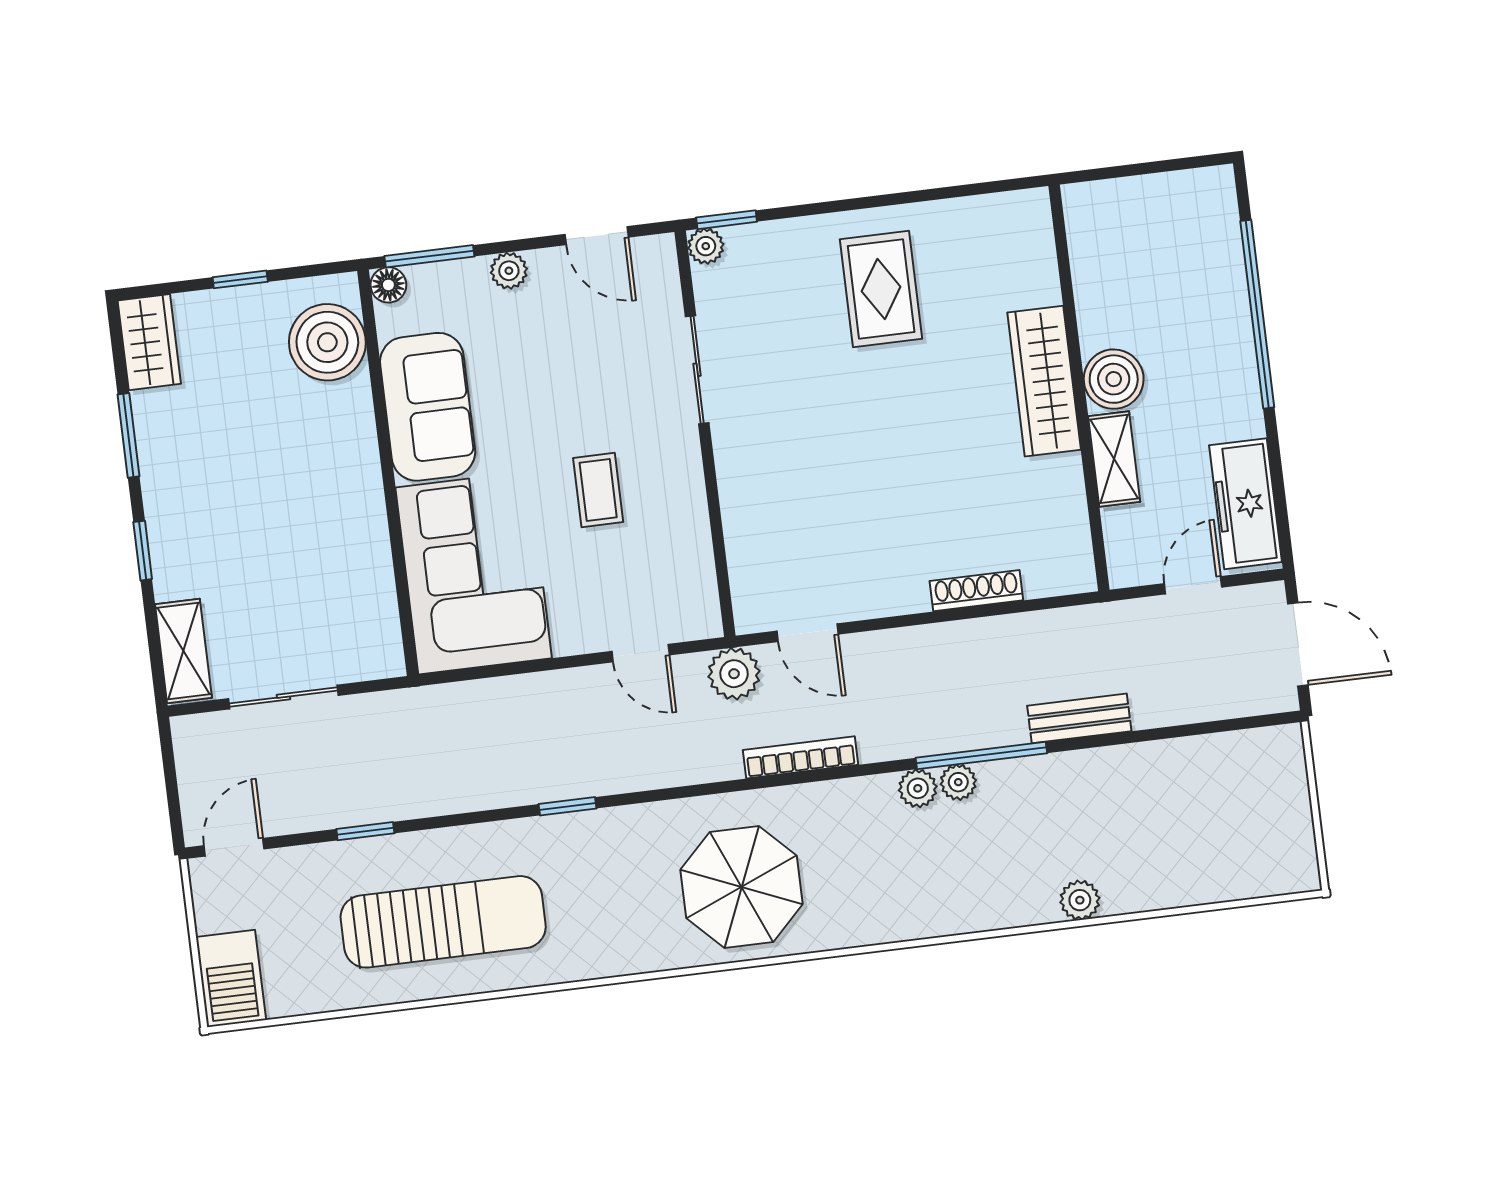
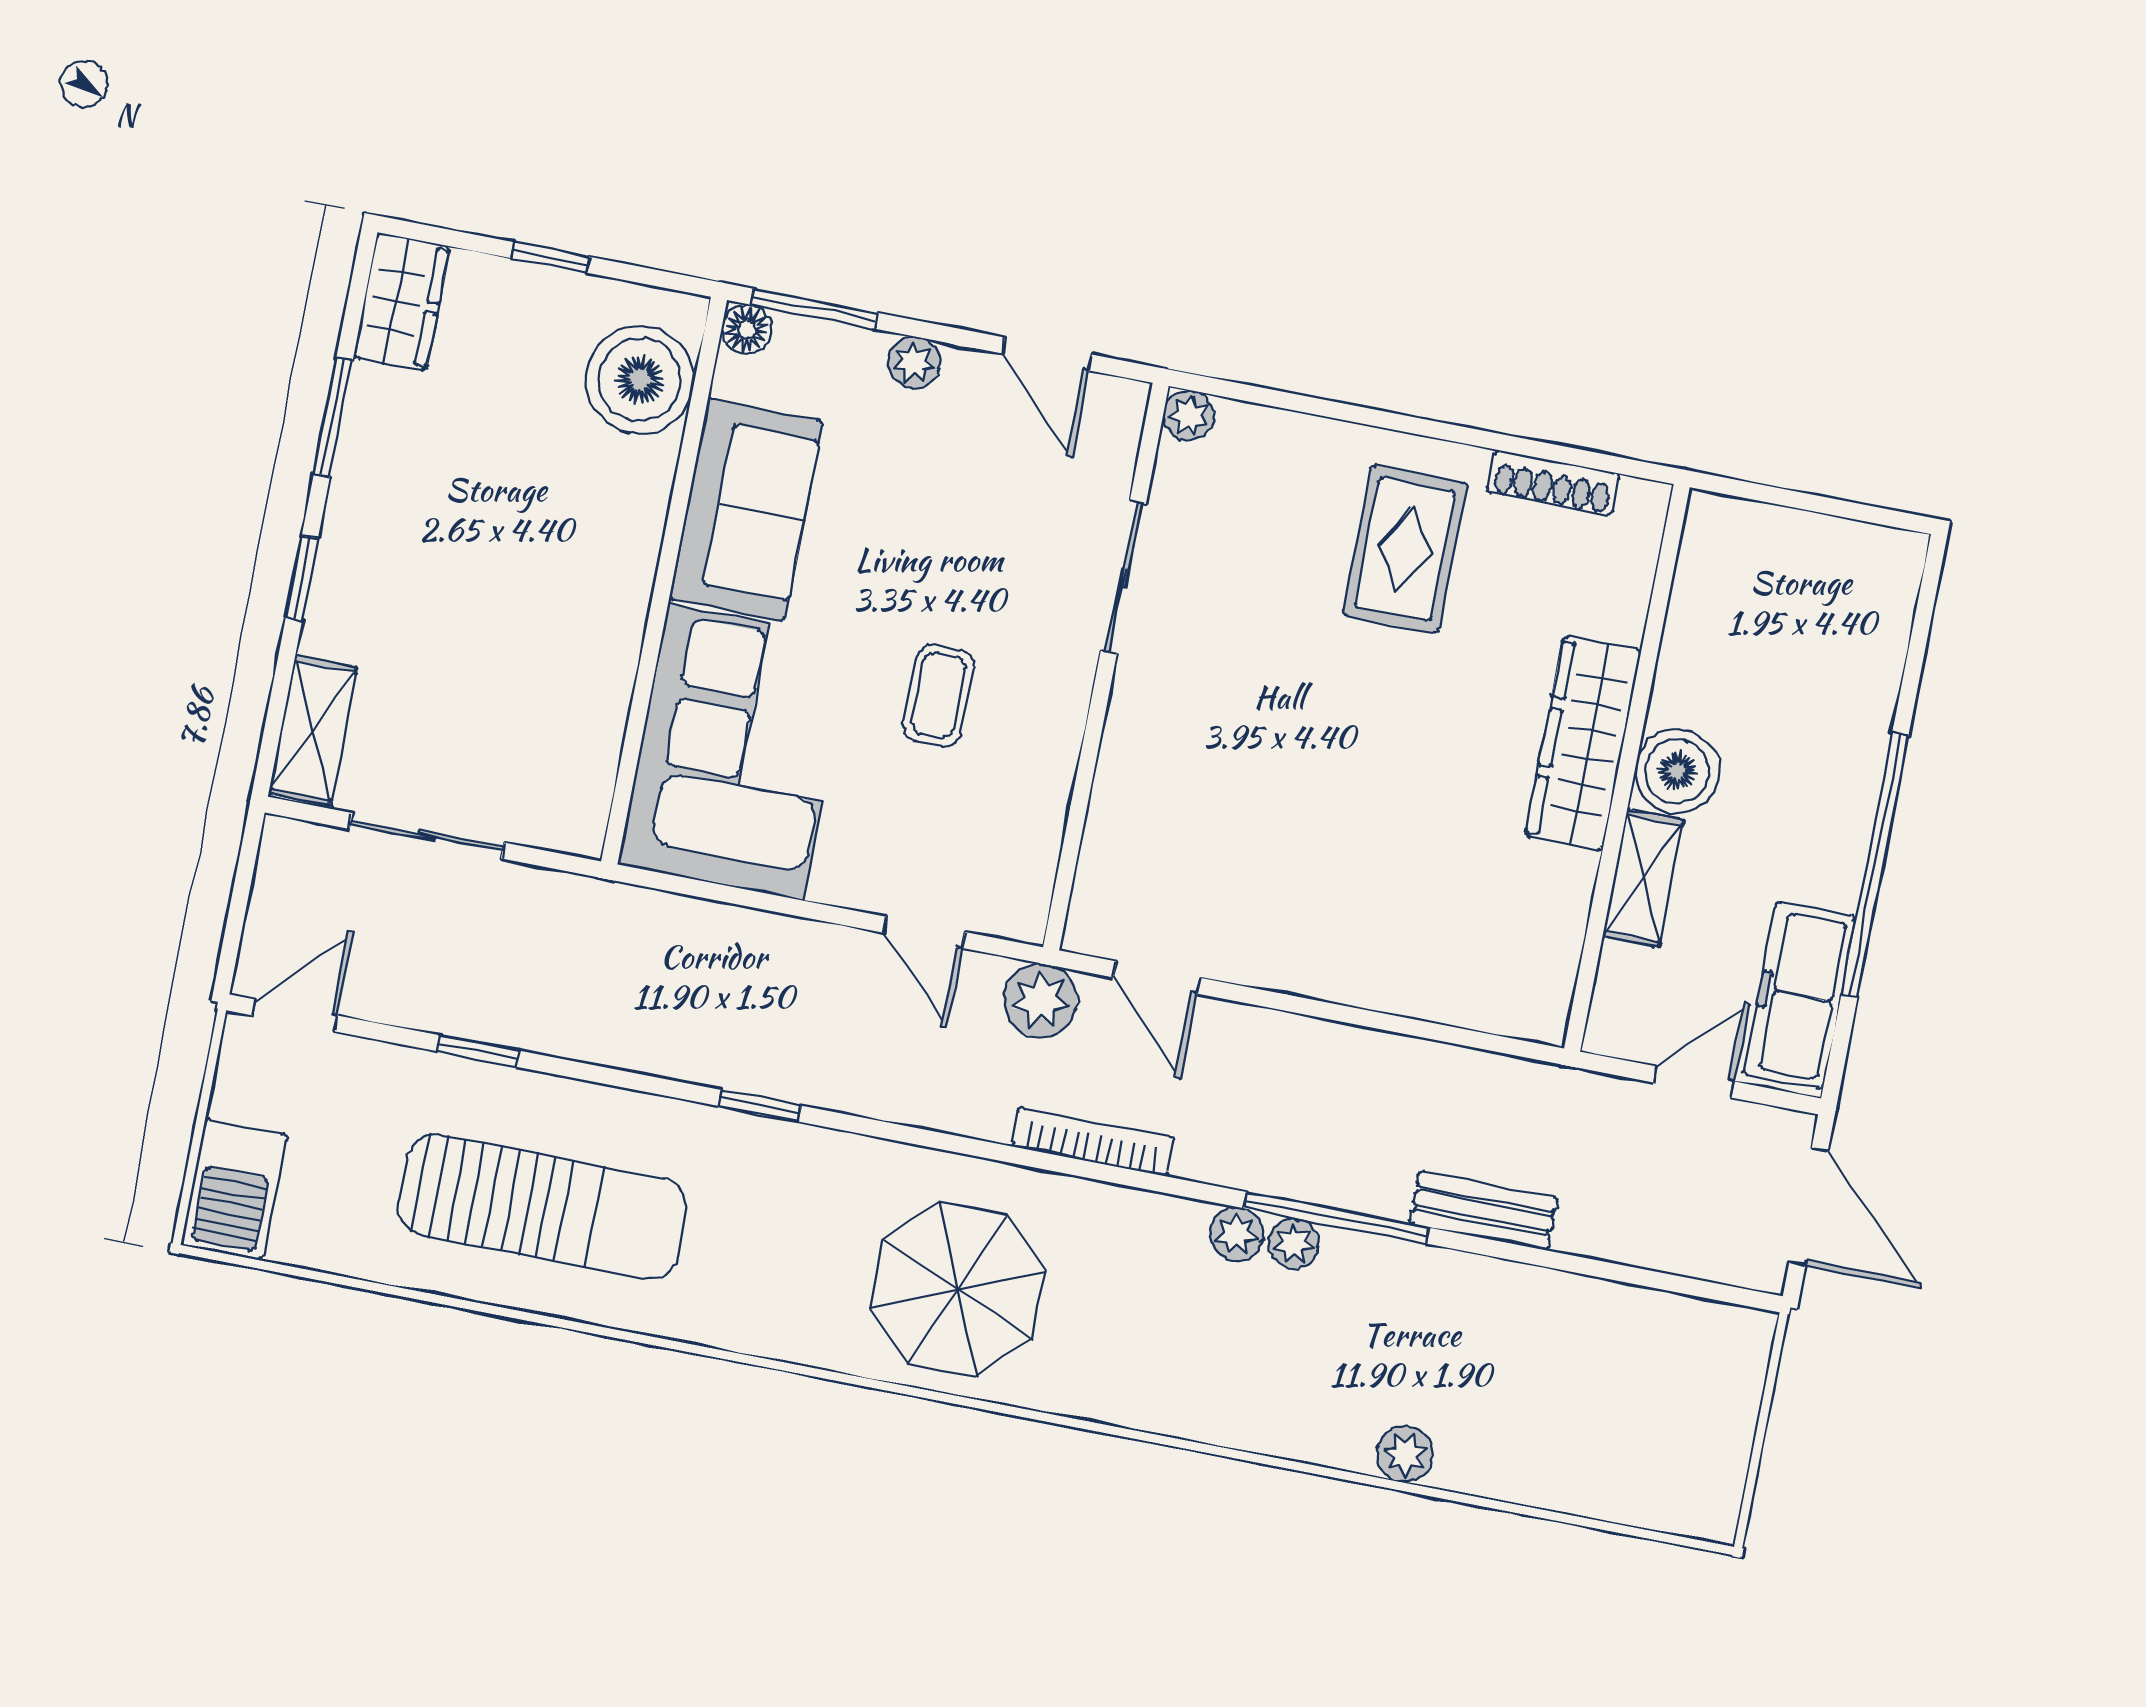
window: (727, 220) -> (1228, 389), removed
window: (1257, 314) -> (1875, 865), moved
shoe rack: (976, 591) -> (1553, 483), moved, turned 180

